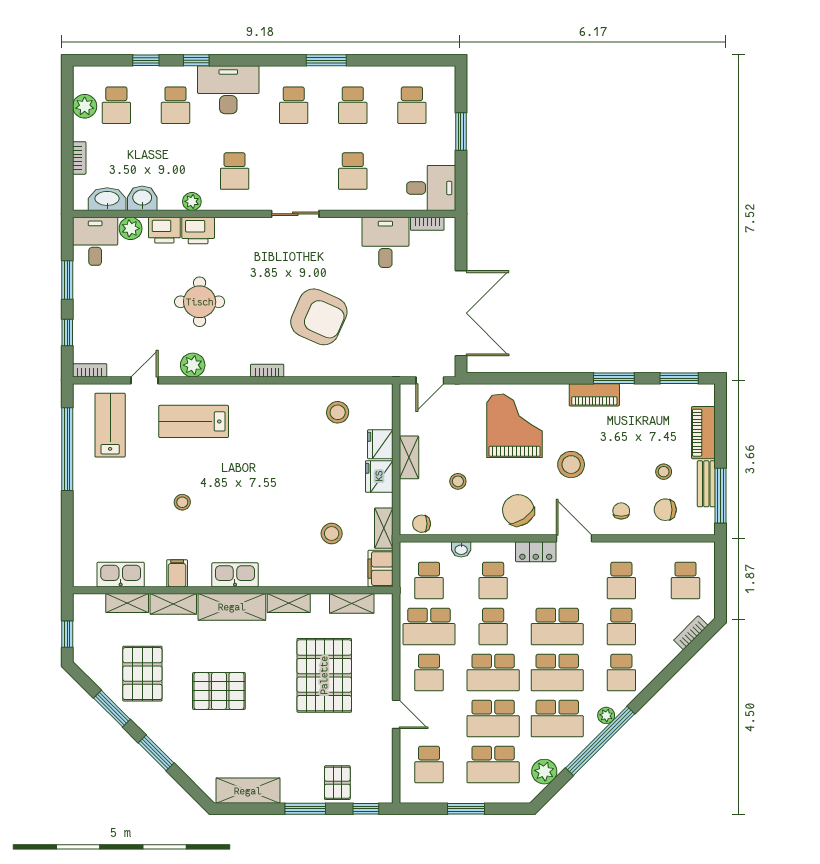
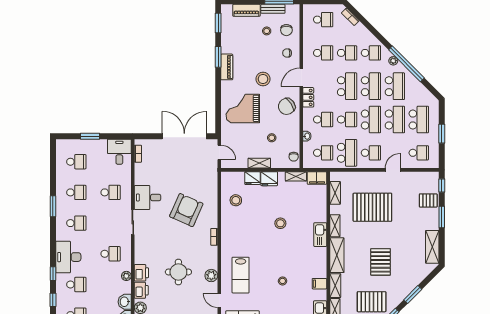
desk: (385, 242) -> (148, 198), moved
stool: (332, 534) -> (280, 223), moved
kitchen sink: (235, 575) -> (320, 235), moved
plant: (544, 772) -> (422, 93), removed

